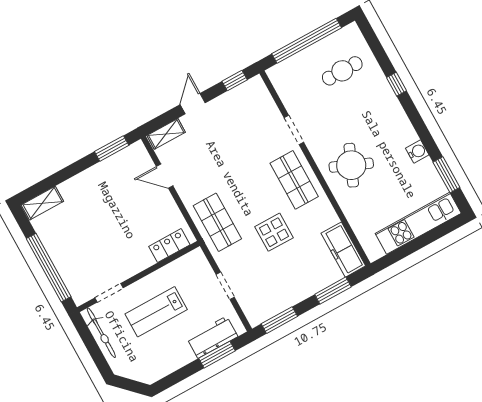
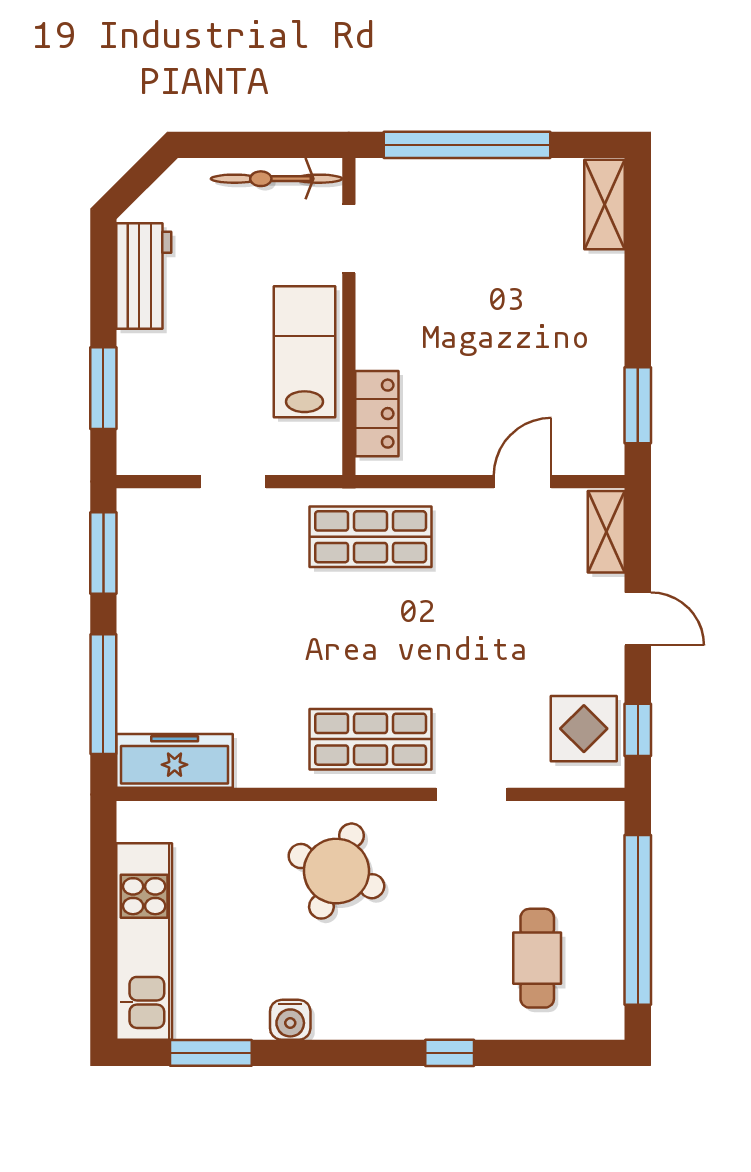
display table: (274, 232) -> (584, 729), moved
window: (333, 291) -> (103, 694), width x1.44
lab bench: (156, 312) -> (304, 352), moved
workbench: (212, 337) -> (144, 276), moved

